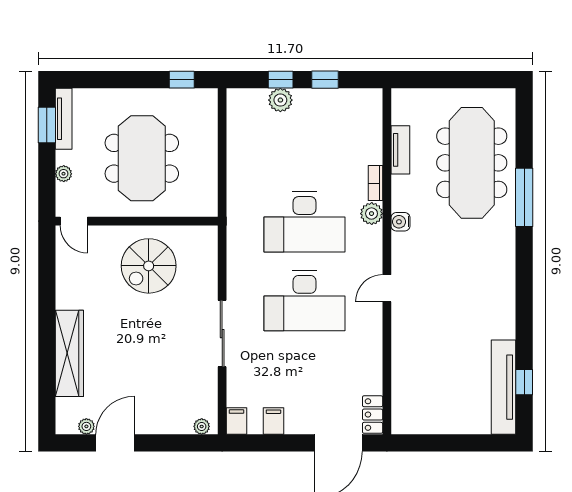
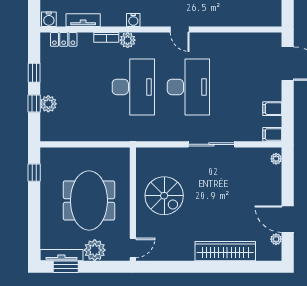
water cooler: (402, 101) -> (49, 19), added
meeting table: (142, 158) -> (89, 201), turned 90
plant: (64, 174) -> (95, 250), width x1.87, depth x1.87
locker: (373, 415) -> (64, 39), moved

